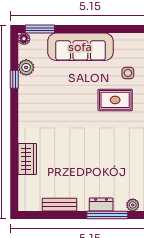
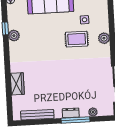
plant: (26, 67) -> (14, 36), moved
bench: (60, 205) -> (37, 115), width x1.36

